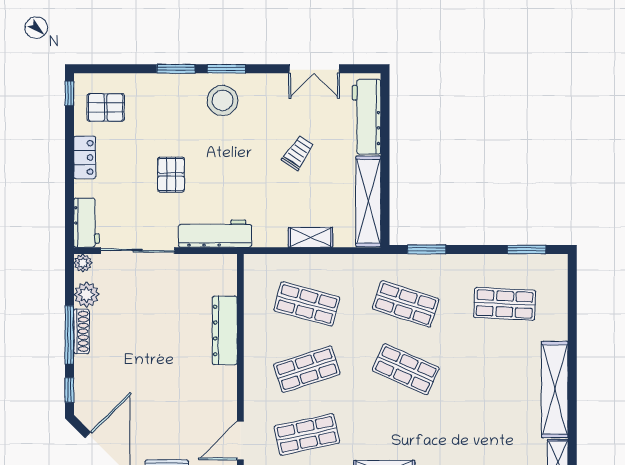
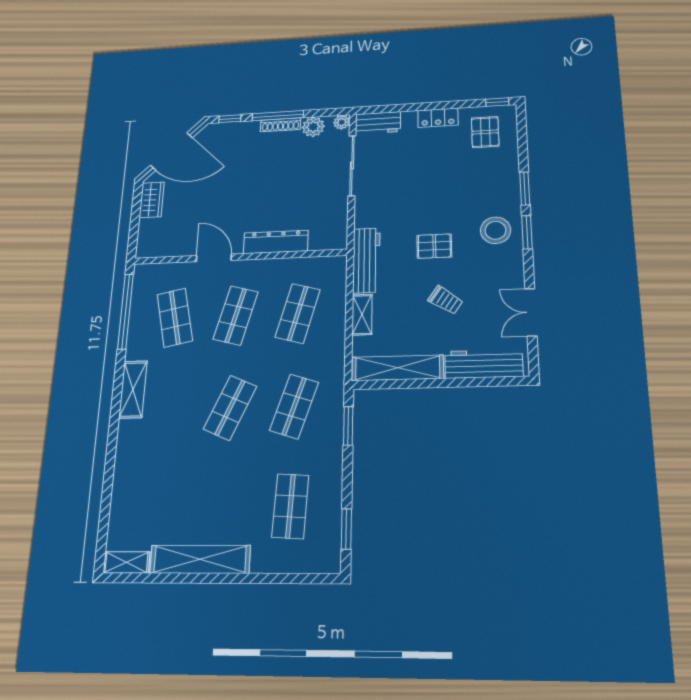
pallet: (171, 175) -> (434, 246), moved
workbench: (215, 234) -> (366, 260), moved
shop shelf: (307, 369) -> (236, 315), turned 33
door: (240, 441) -> (214, 258), moved

